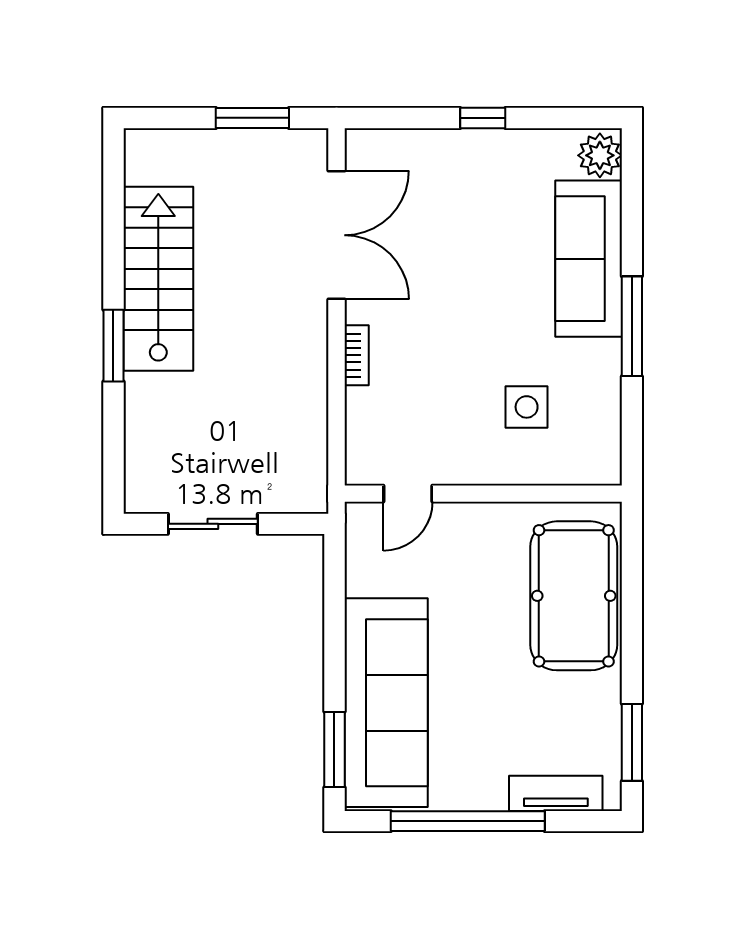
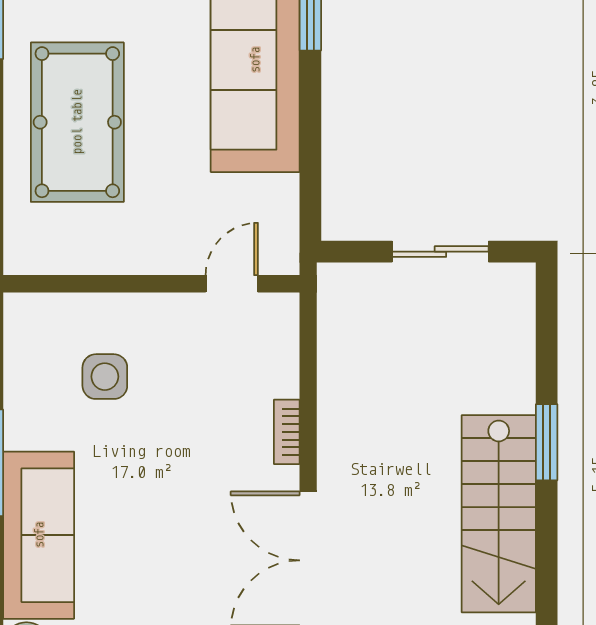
pool table: (574, 596) -> (77, 122), moved

